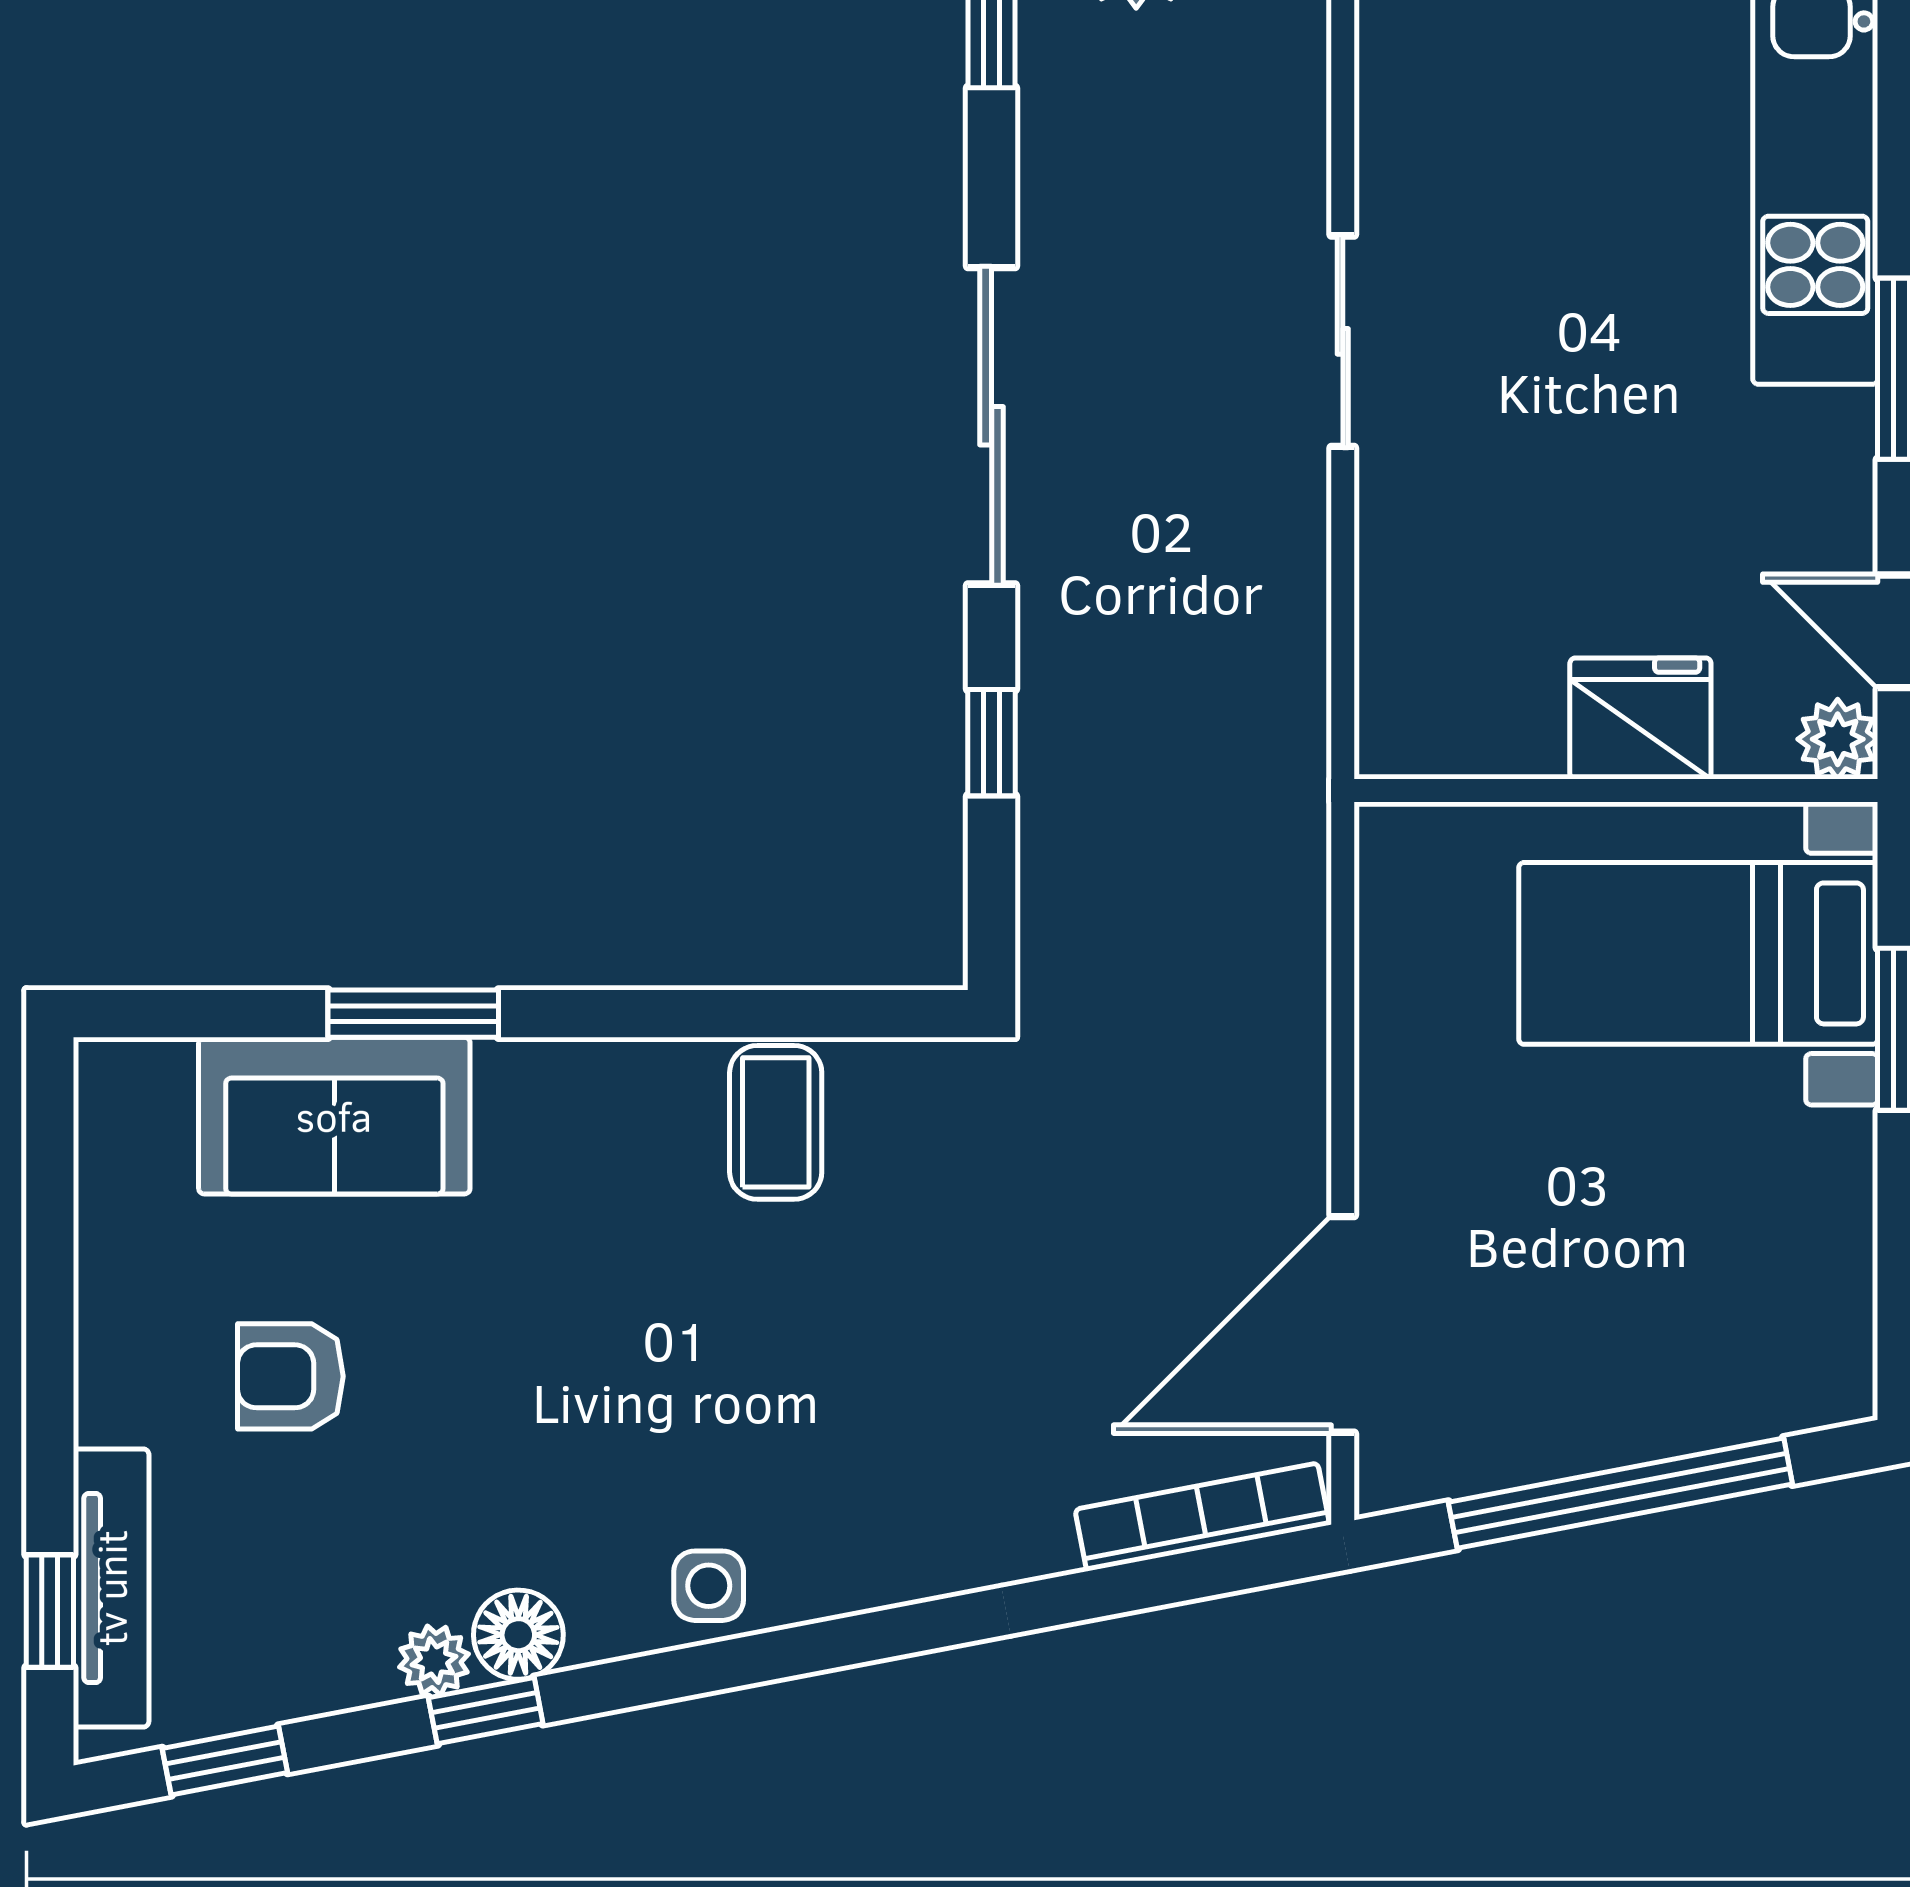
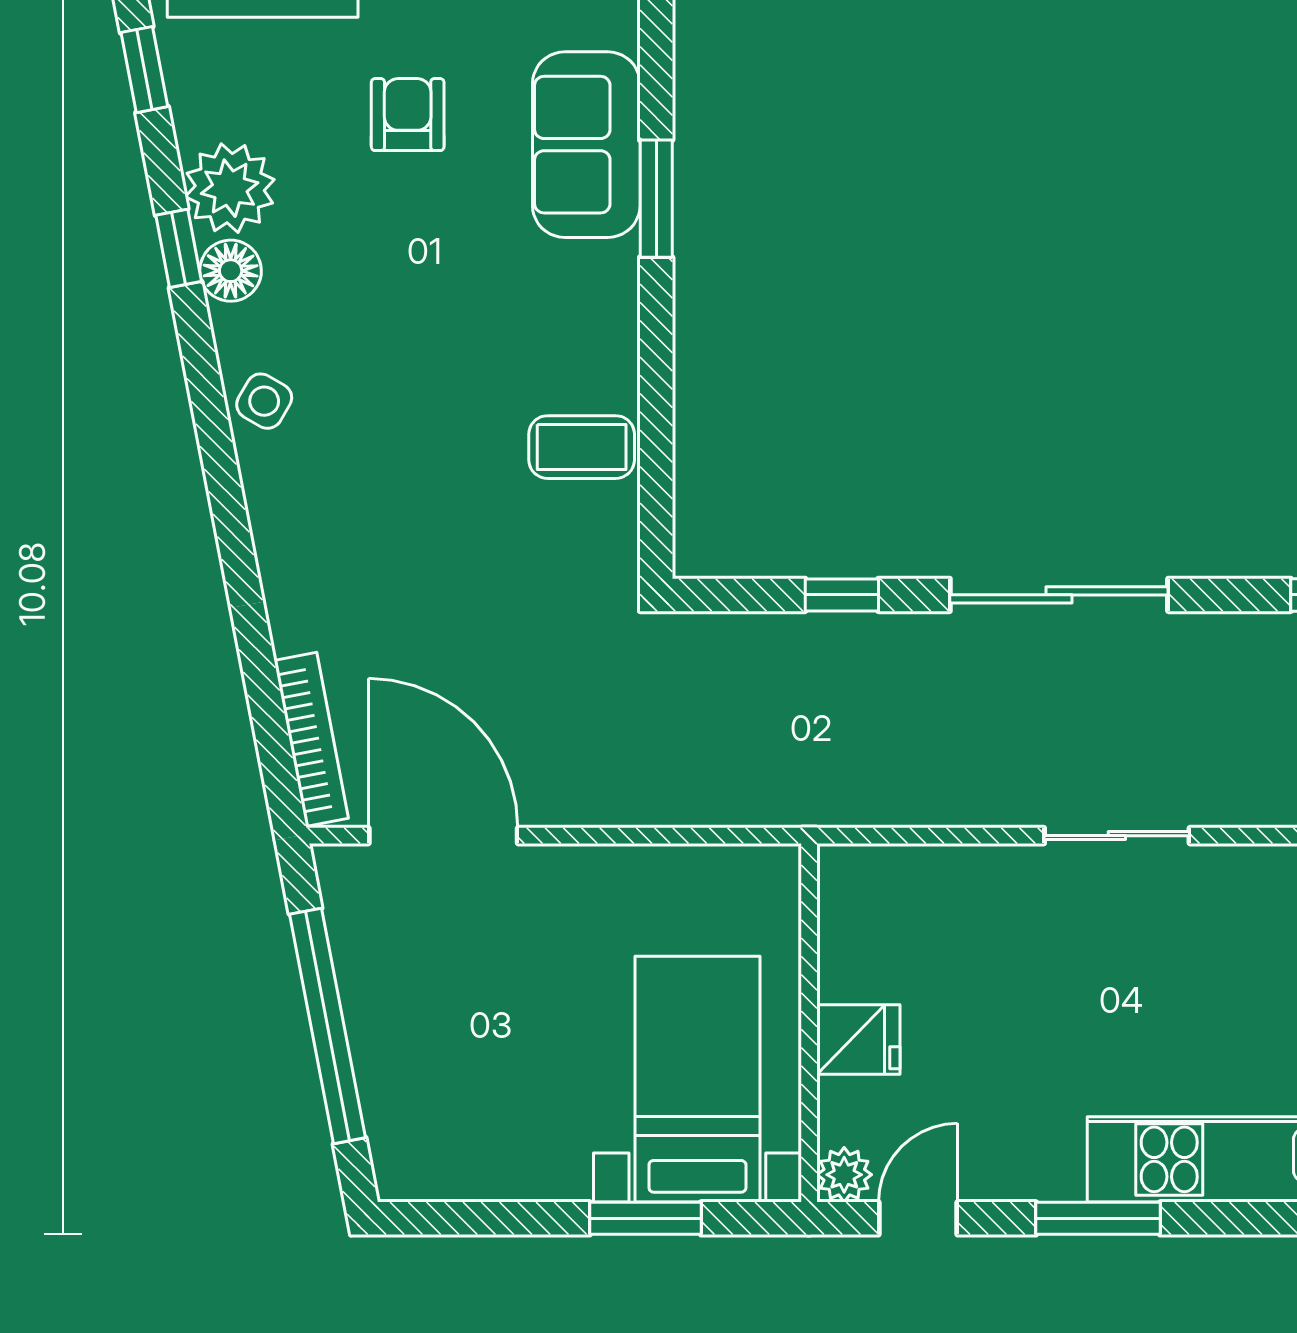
fridge: (1640, 718) -> (858, 1040), width x0.72
side table: (709, 1586) -> (264, 401), turned 30
plant: (434, 1661) -> (230, 188), width x1.88, depth x1.88

